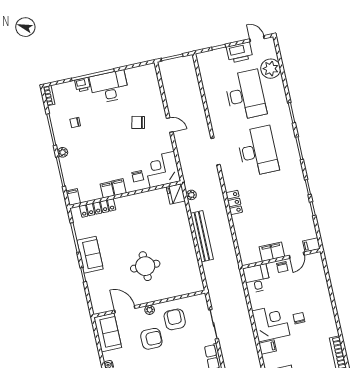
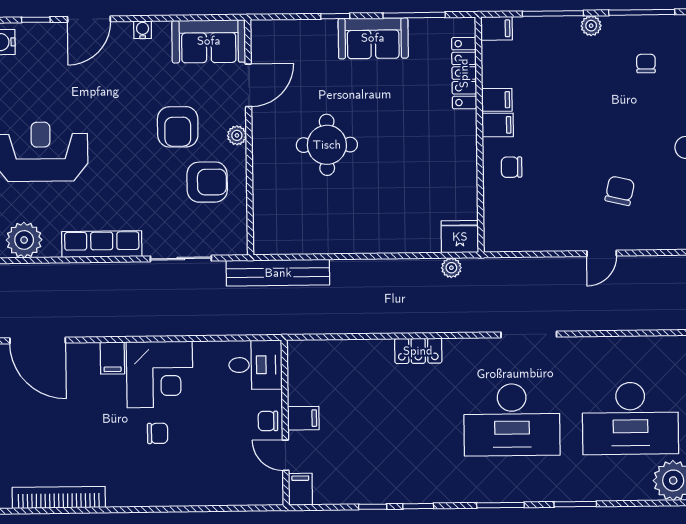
corner desk: (162, 169) -> (515, 219), removed
bench: (202, 236) -> (278, 273), moved
filing cabinet: (272, 252) -> (303, 418), width x0.50

